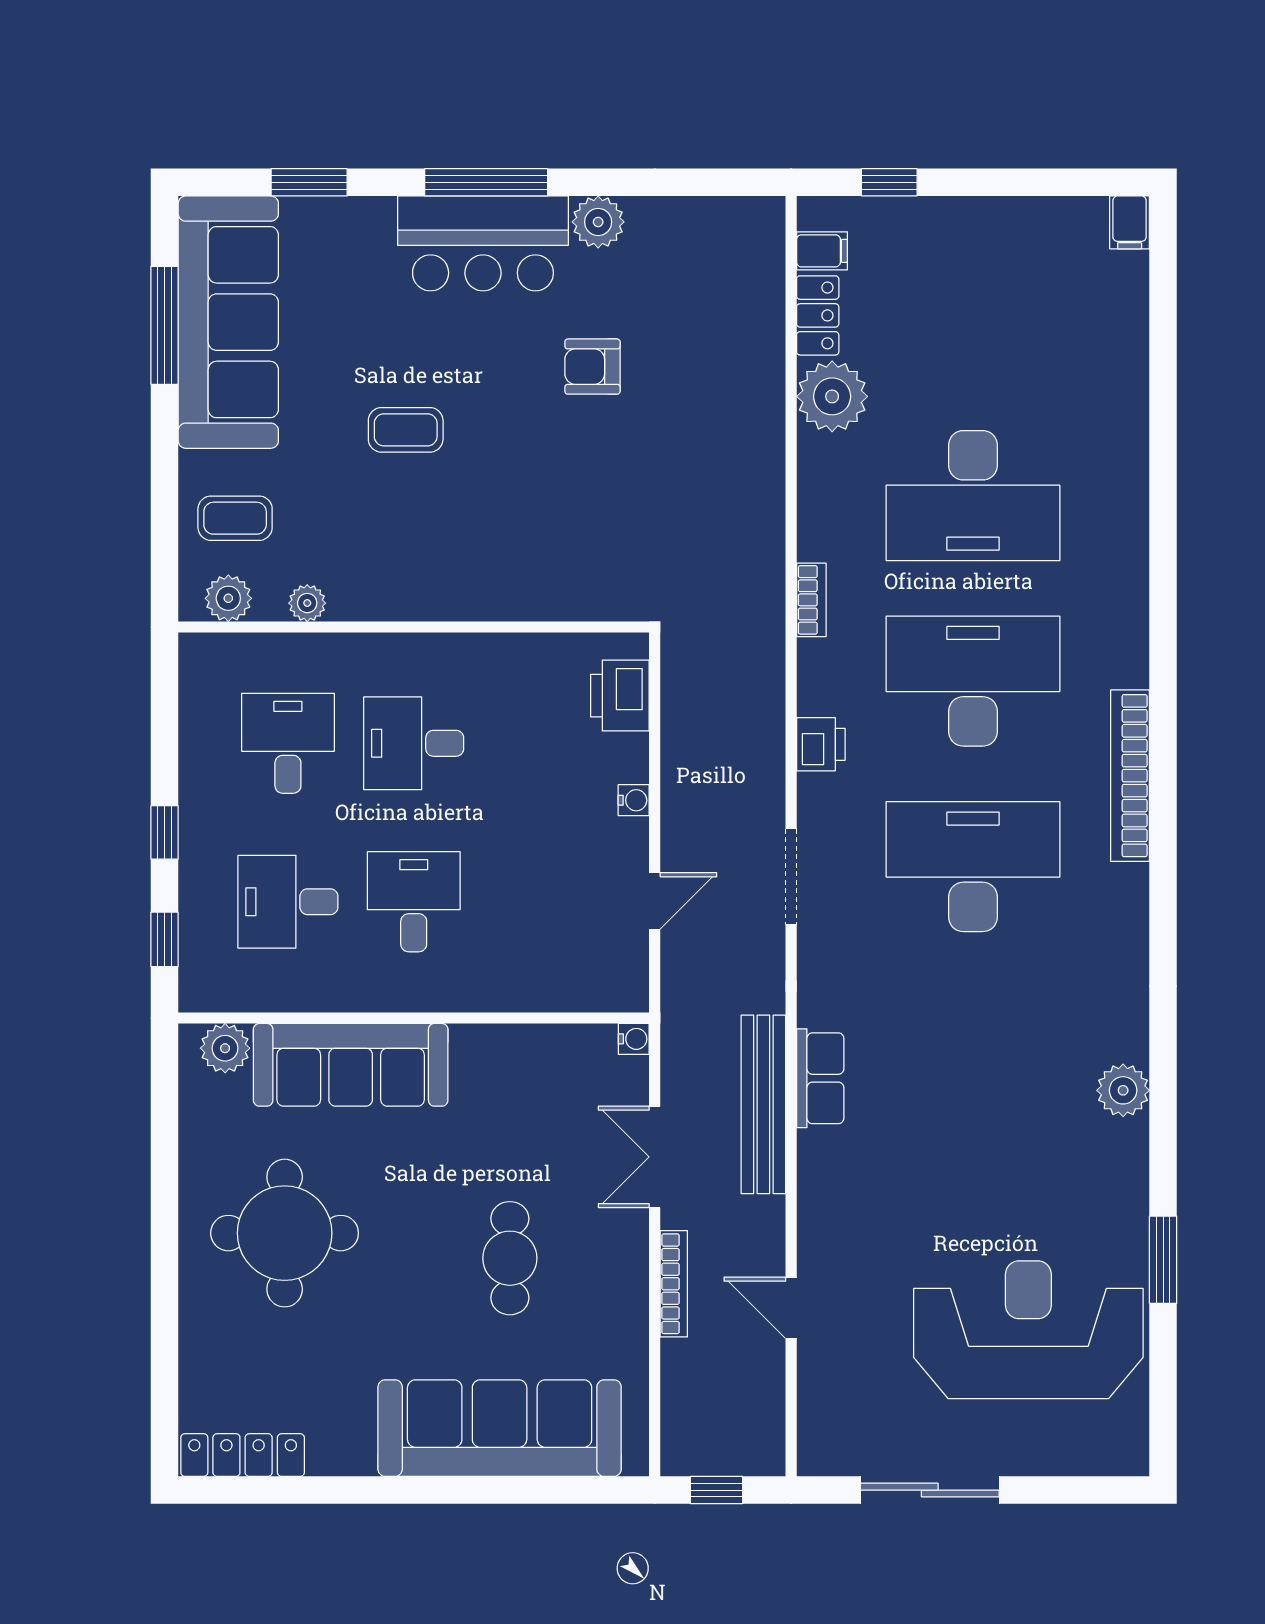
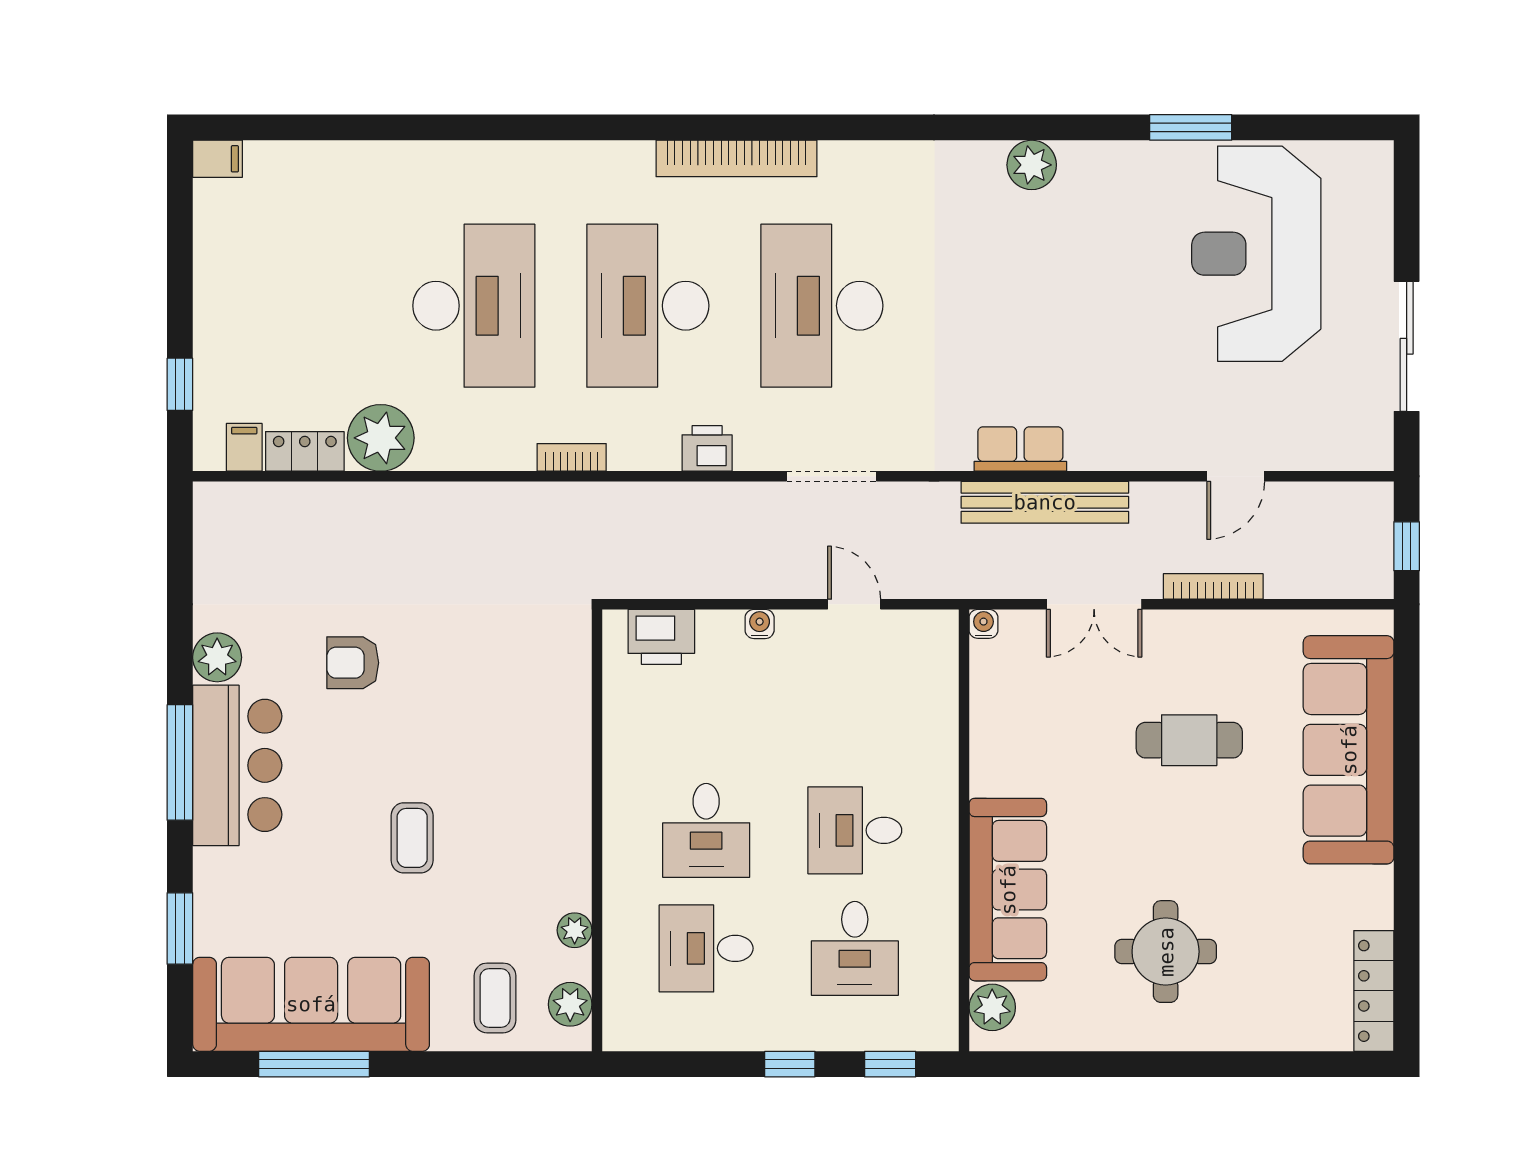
armchair: (592, 367) -> (353, 663), turned 90
round table: (285, 1233) -> (1166, 952), width x0.73, depth x0.73

